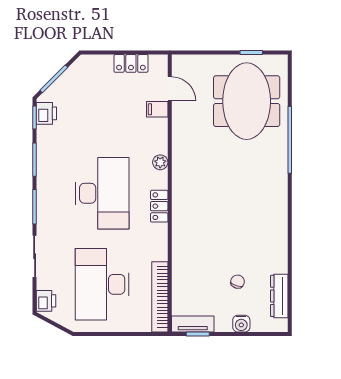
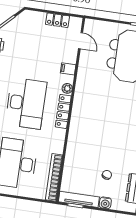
filing cabinet: (157, 109) -> (68, 69), moved
locker: (159, 206) -> (63, 111), width x1.53
tv unit: (193, 324) -> (79, 199), width x1.41

